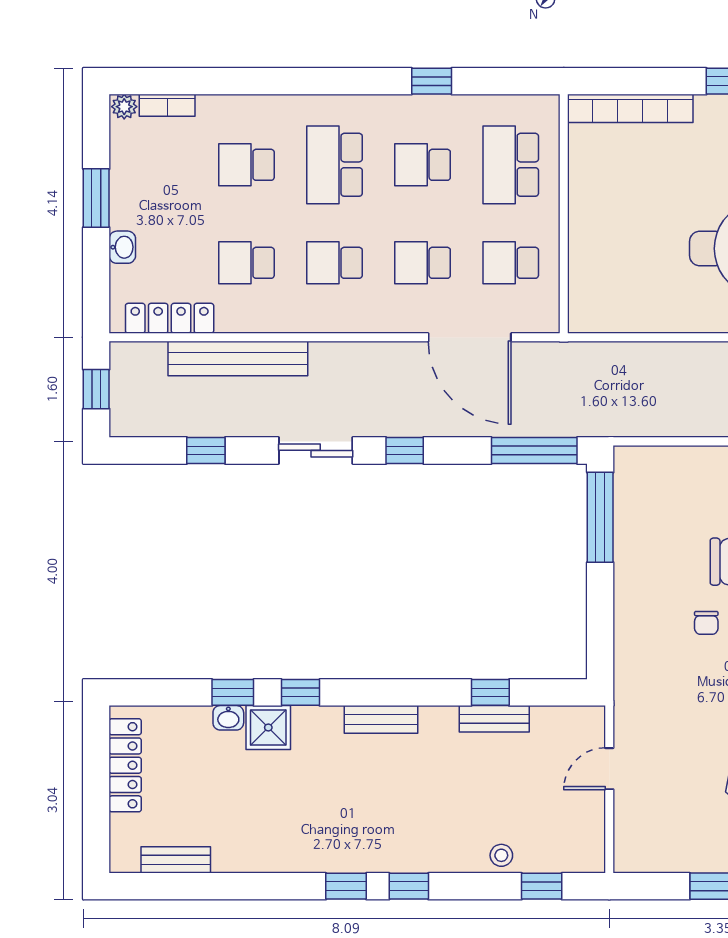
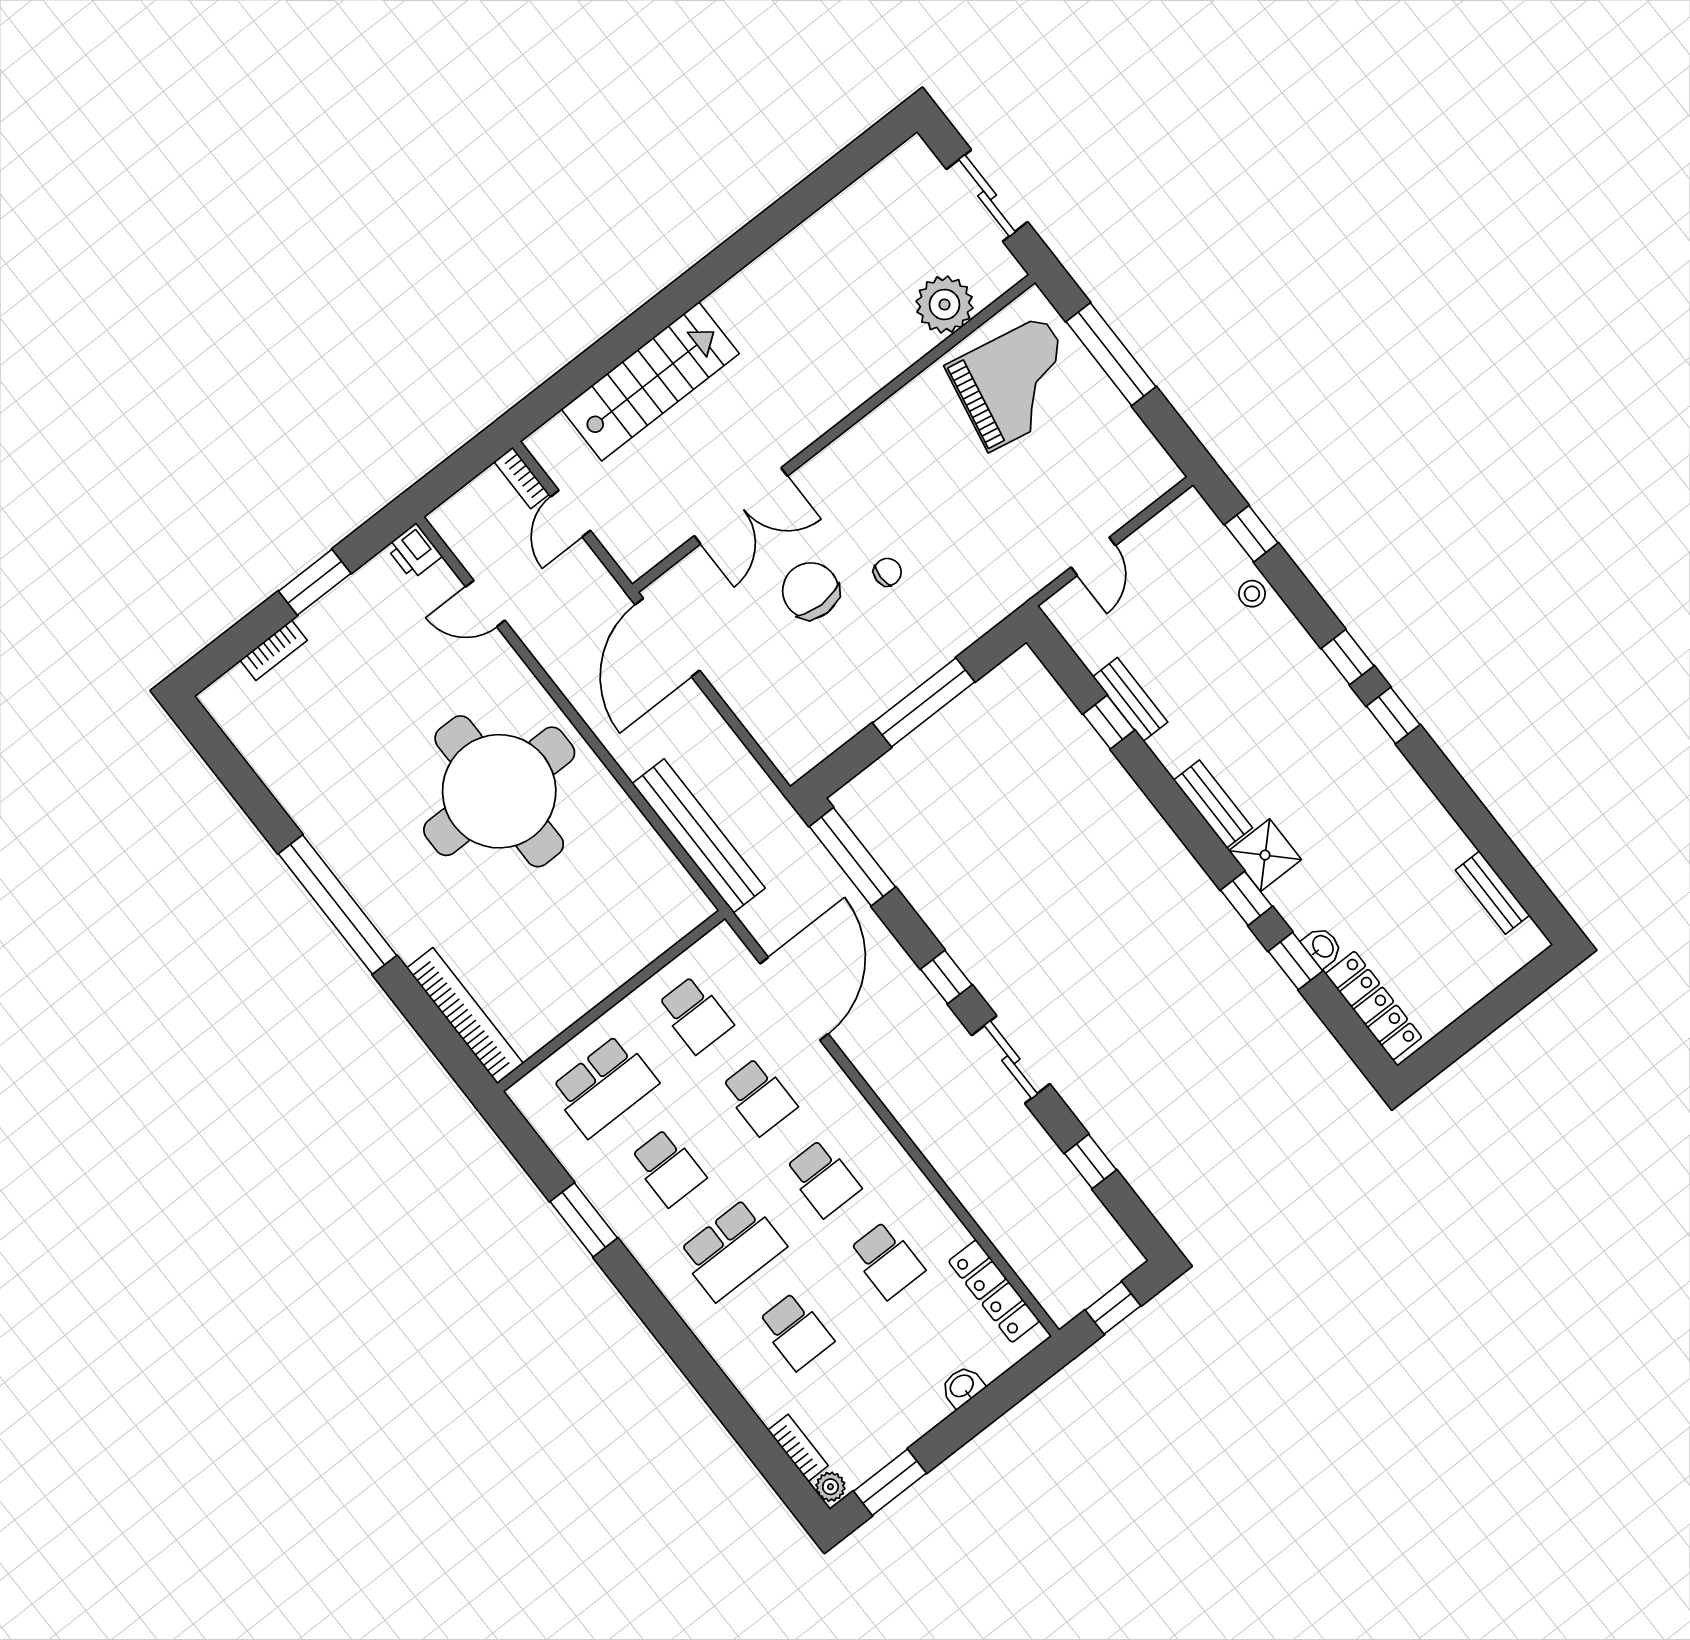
window: (432, 81) -> (584, 1220), width x1.50
window: (96, 198) -> (890, 1482), moved
bench: (238, 359) -> (699, 836), moved
window: (600, 517) -> (924, 702), moved
shower: (268, 727) -> (1265, 855), moved
locker: (125, 765) -> (1374, 1006), moved, turned 90
door: (609, 769) -> (1093, 556), hinge flipped

